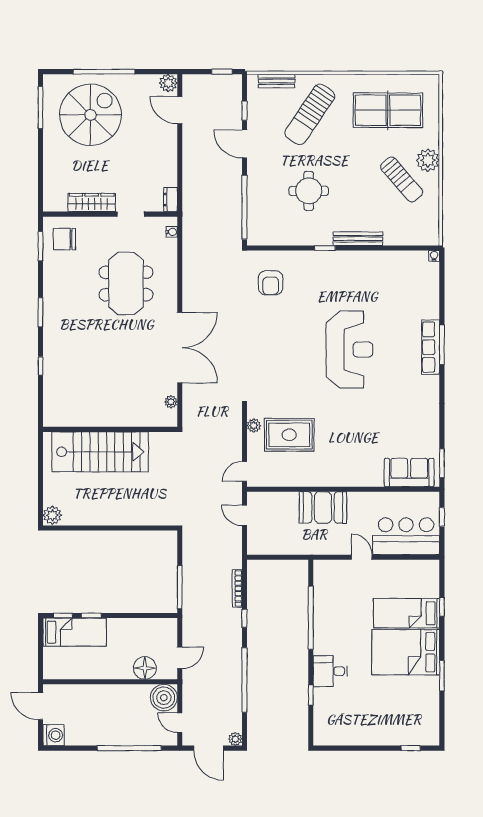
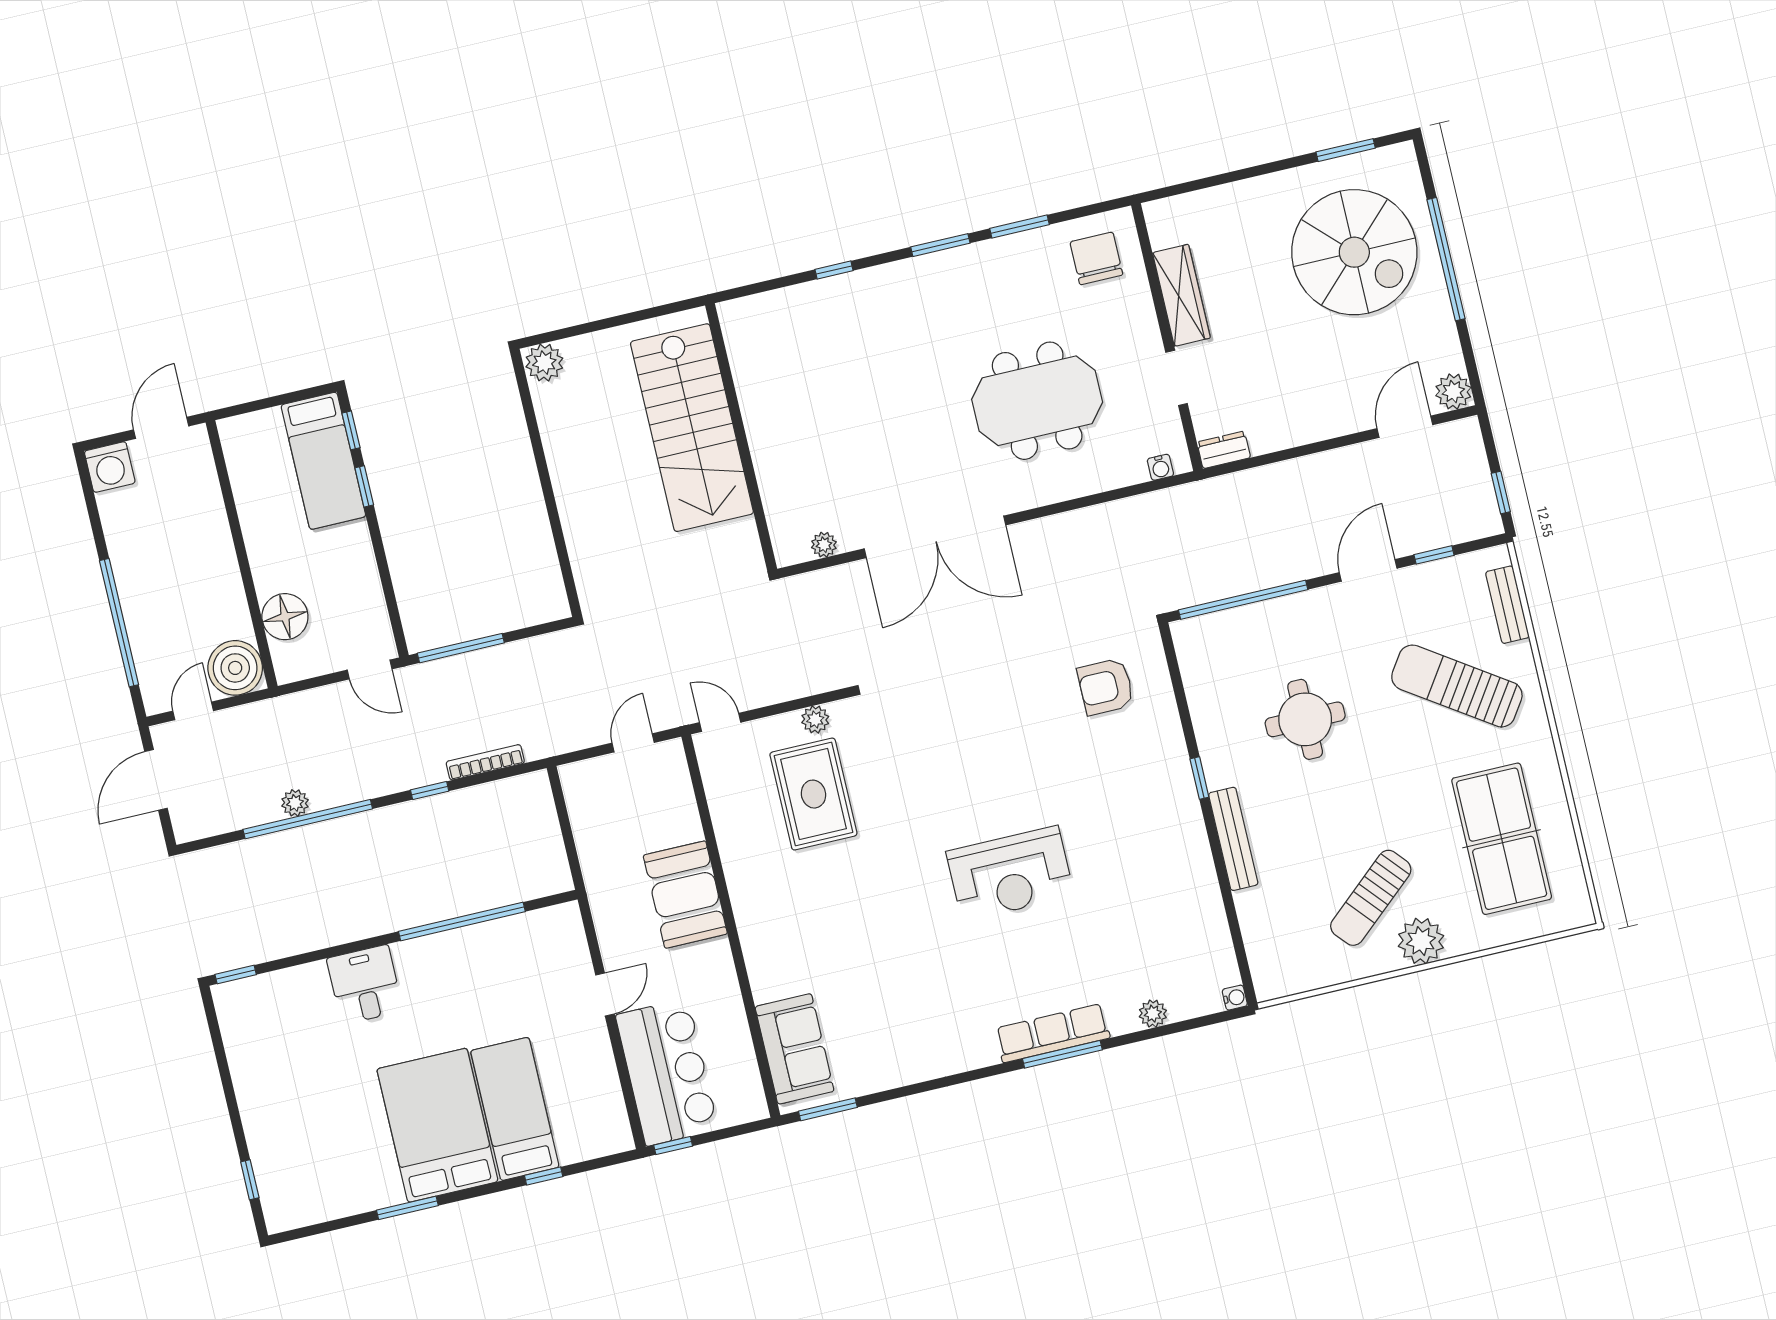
window: (41, 108) -> (1346, 150), width x0.69
window: (41, 246) -> (1019, 227), moved
plant: (433, 297) -> (1153, 1014), added
reception desk: (349, 350) -> (1010, 874), width x0.74, depth x0.77
window: (442, 517) -> (673, 1146), moved
door: (180, 658) -> (370, 669), moved
window: (311, 695) -> (236, 975), moved
plant: (235, 739) -> (295, 803), moved

